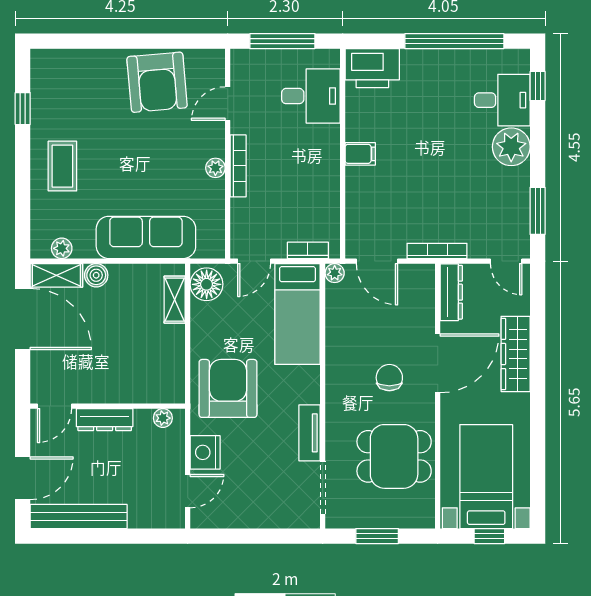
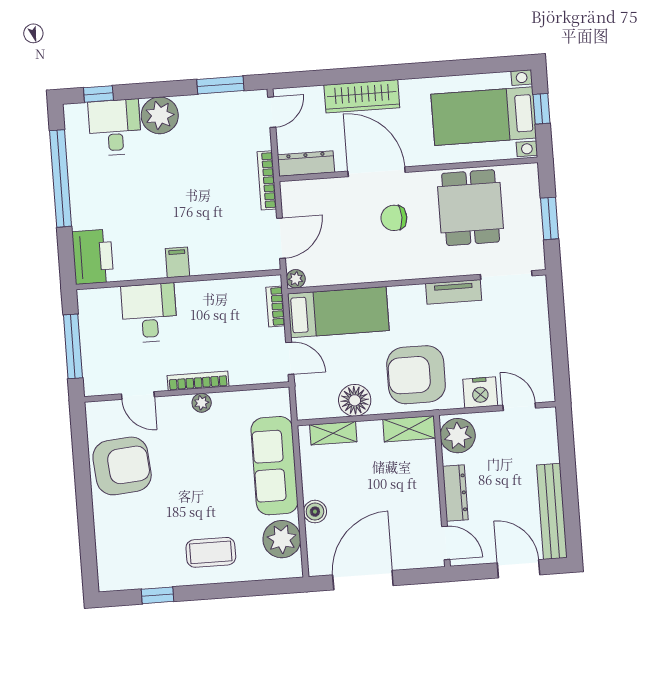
desk: (311, 96) -> (149, 313), moved
plant: (62, 248) -> (282, 539), width x1.87, depth x1.87
shelving: (56, 275) -> (409, 429), moved, turned 90
floor lamp: (207, 284) -> (355, 400), moved
plant: (163, 418) -> (458, 436), width x1.88, depth x1.88

